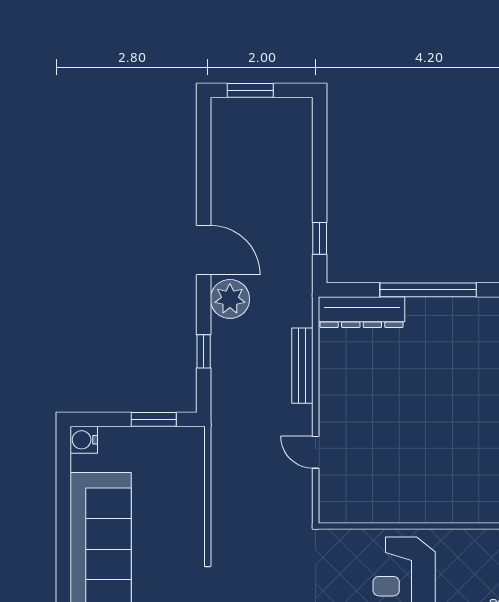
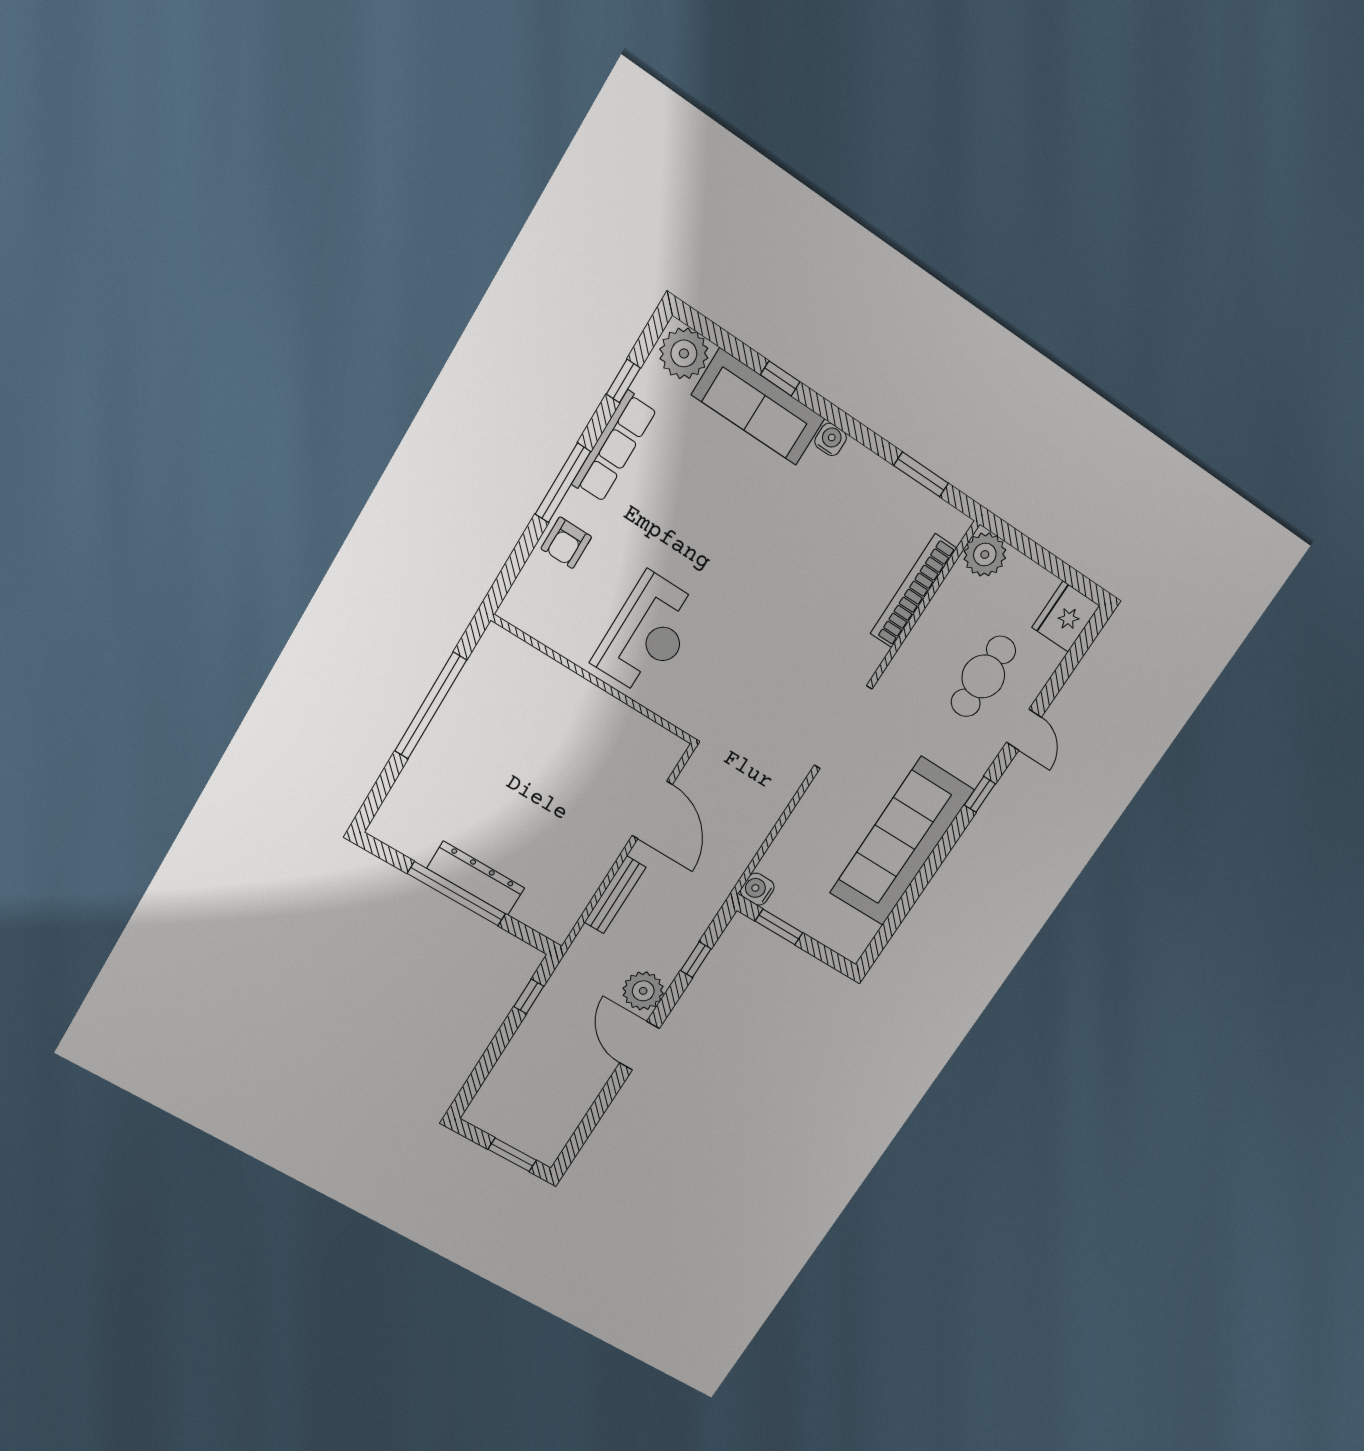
dresser: (362, 312) -> (476, 878), moved
water cooler: (84, 440) -> (757, 889), moved, turned 180
door: (316, 452) -> (652, 810), width x1.88

